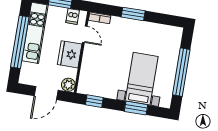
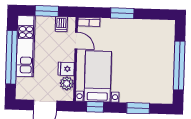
fridge: (70, 54) -> (66, 69), width x0.53, depth x0.75
bed with nightstands: (142, 79) -> (98, 76), moved
plant: (68, 85) -> (67, 83), moved

